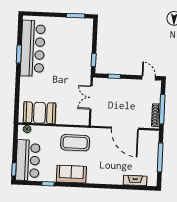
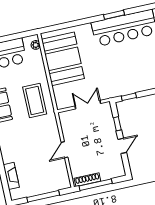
door: (149, 78) -> (122, 146), moved
booth: (40, 113) -> (63, 59), width x1.36, depth x1.42
door: (125, 128) -> (64, 150), width x0.53

